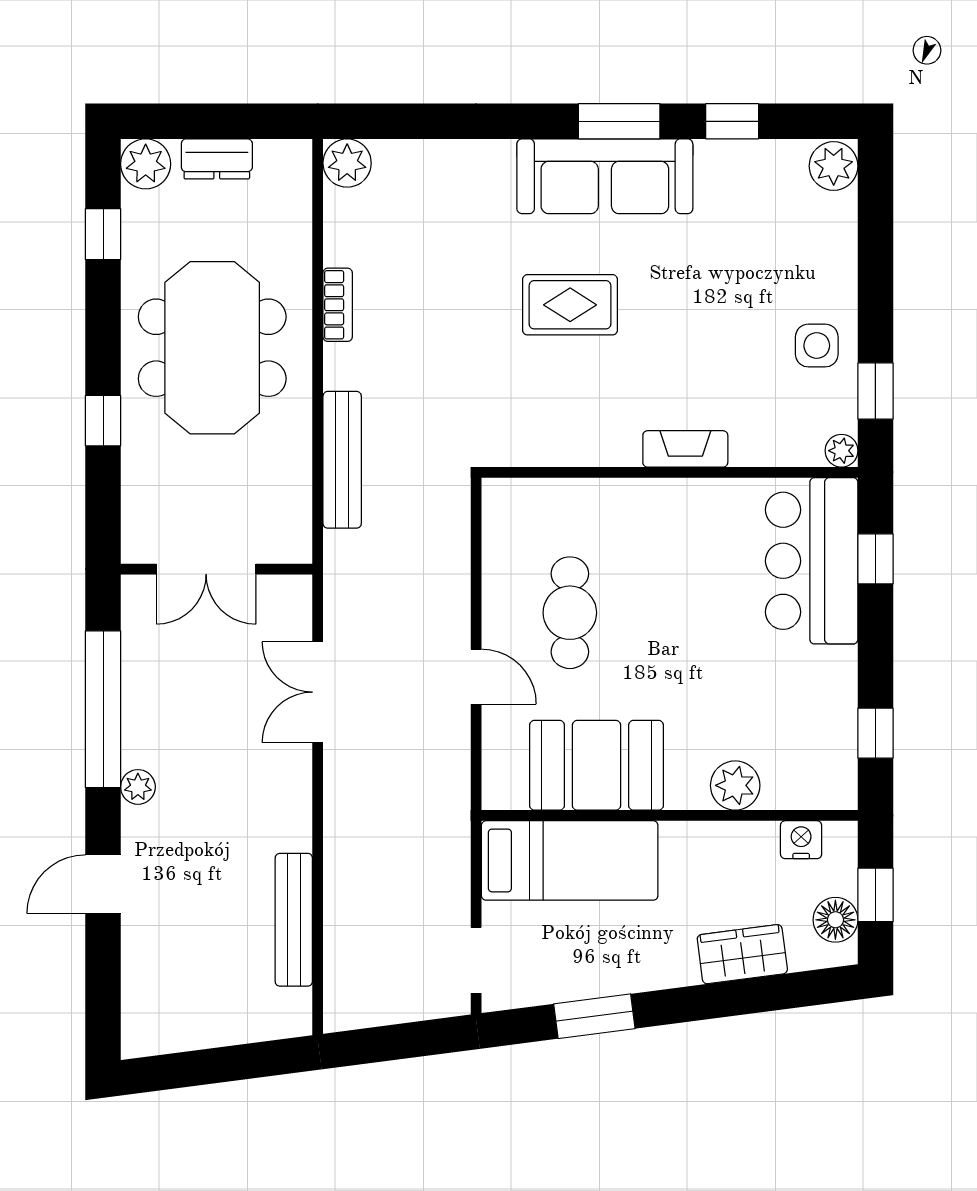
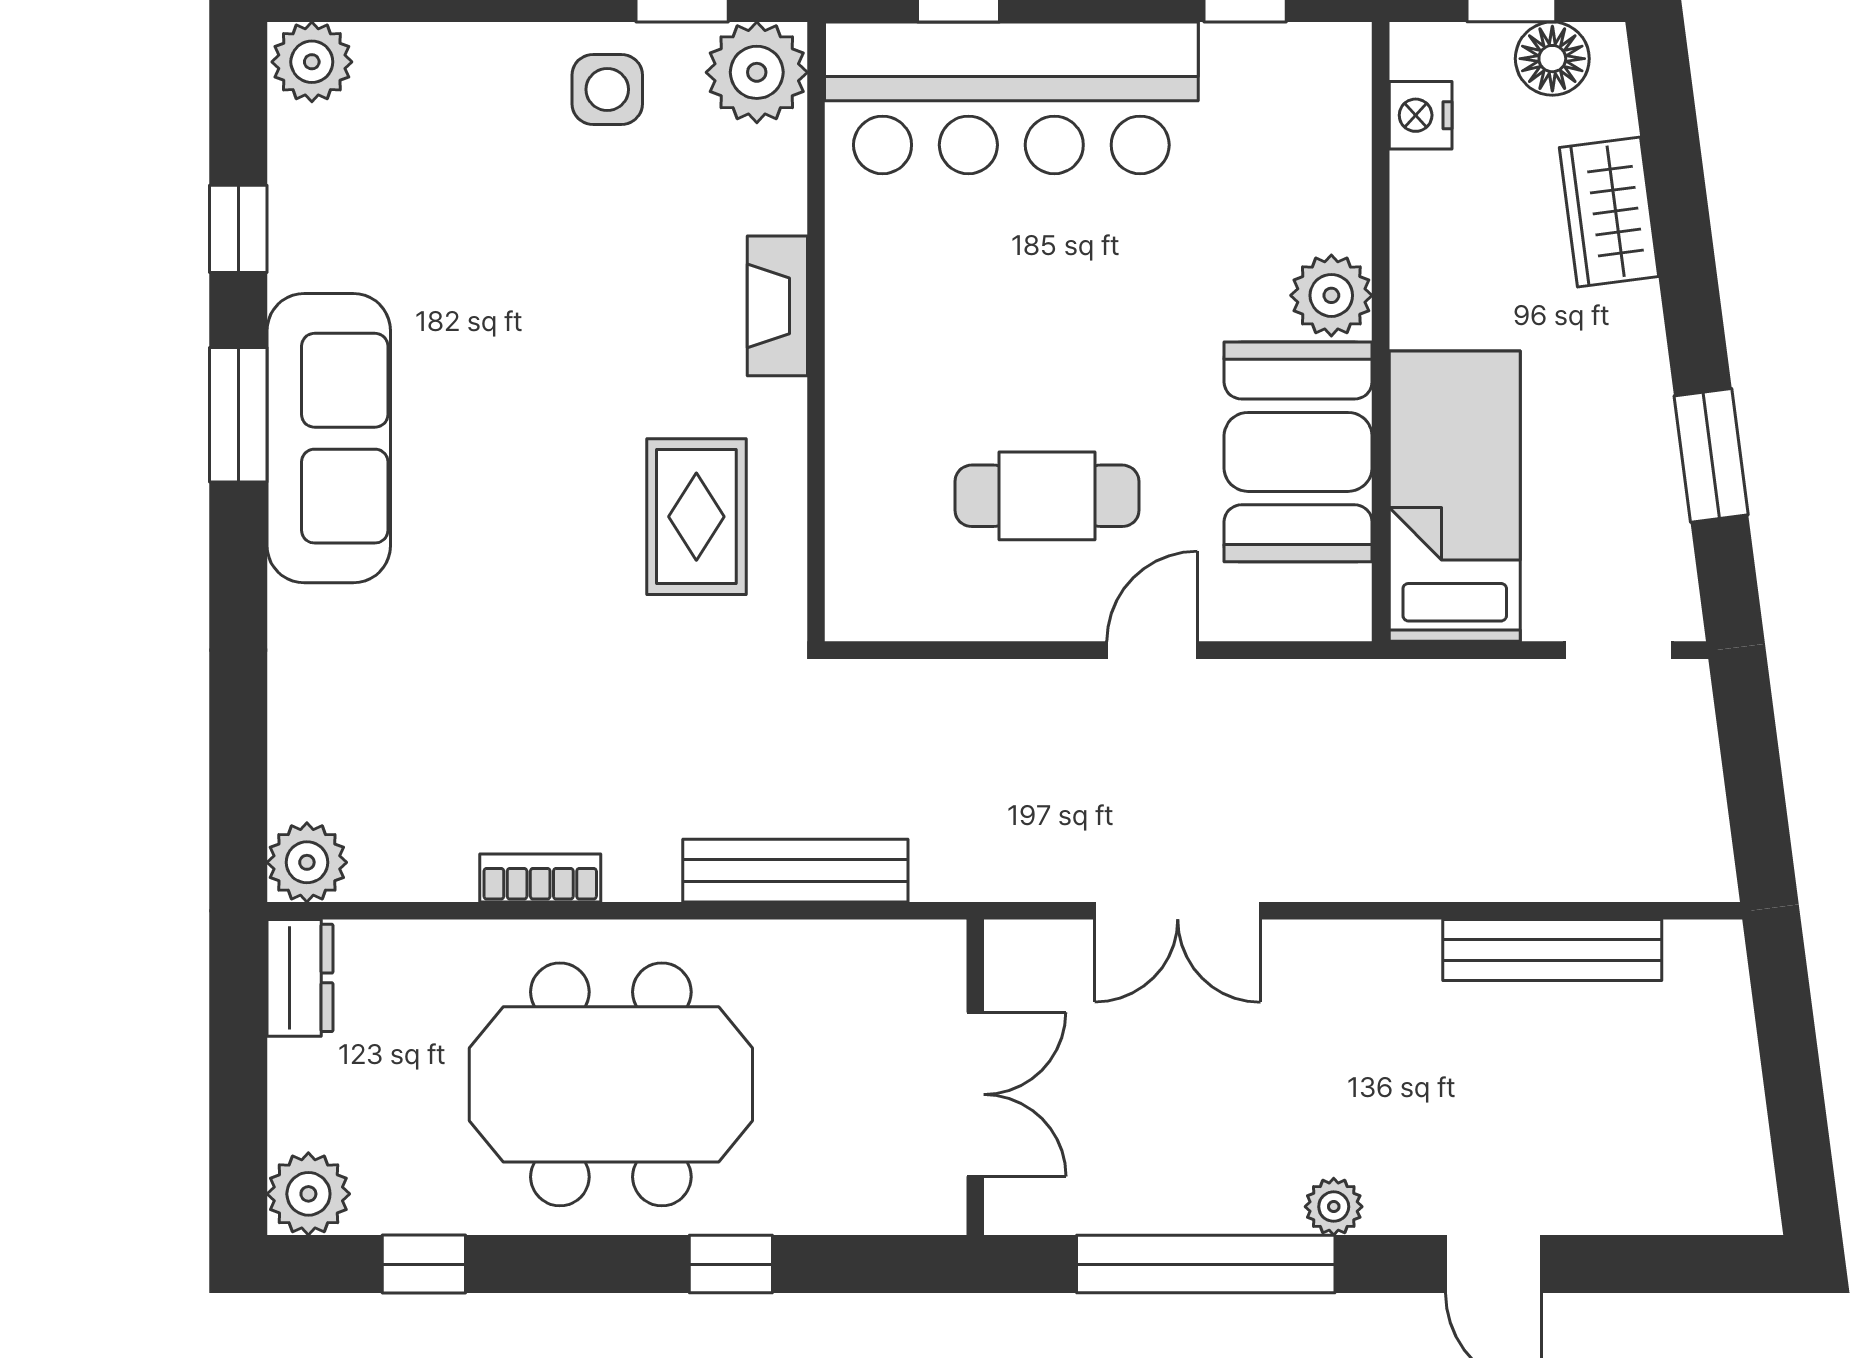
dresser: (217, 159) -> (300, 978), moved
rug: (570, 305) -> (696, 517), moved
plant: (842, 451) -> (757, 72), width x1.87, depth x1.87
bar counter: (812, 561) -> (1011, 98), width x1.36
plant: (735, 785) -> (1331, 295), moved

